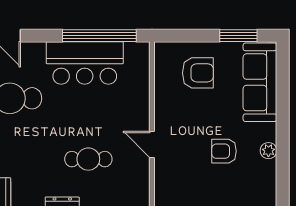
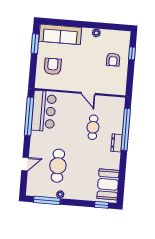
bar counter: (85, 63) -> (44, 111), moved
door: (152, 144) -> (88, 93), hinge flipped
armchair: (224, 151) -> (113, 60), moved

